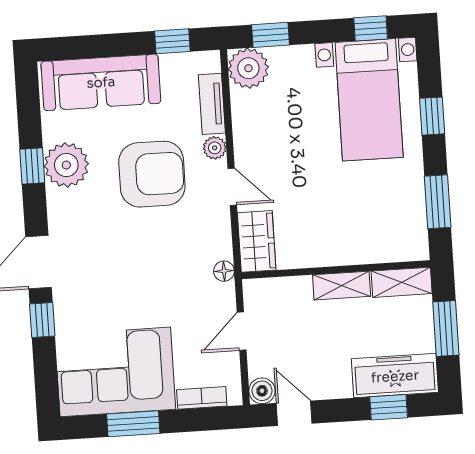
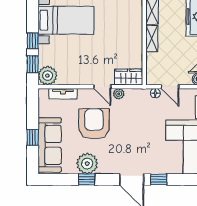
window: (371, 28) -> (33, 41), moved
window: (172, 41) -> (33, 137), moved
plant: (215, 148) -> (119, 94), moved
door: (232, 187) -> (102, 87), swing flipped
floor lamp: (224, 271) -> (155, 93), moved

